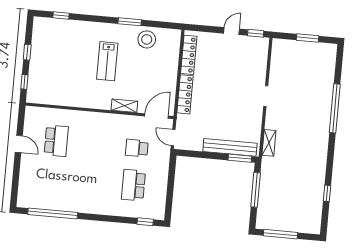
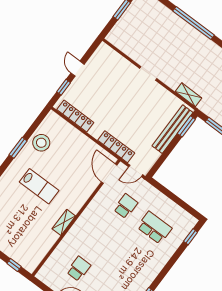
window: (256, 33) -> (64, 87), moved
locker: (185, 94) -> (116, 147), moved
shelving: (124, 106) -> (64, 222), moved
school desk: (56, 141) -> (79, 269), width x0.54
school desk: (137, 148) -> (126, 206), turned 180
school desk: (133, 185) -> (154, 228), turned 180

